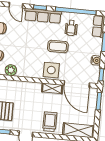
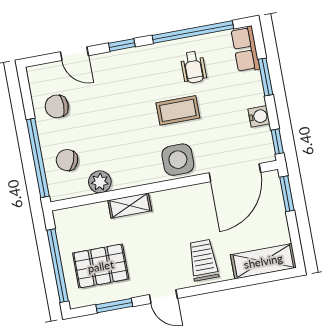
row of seats: (43, 16) -> (132, 59), removed
door: (77, 84) -> (235, 173), hinge flipped
shelving: (52, 88) -> (130, 206), moved

